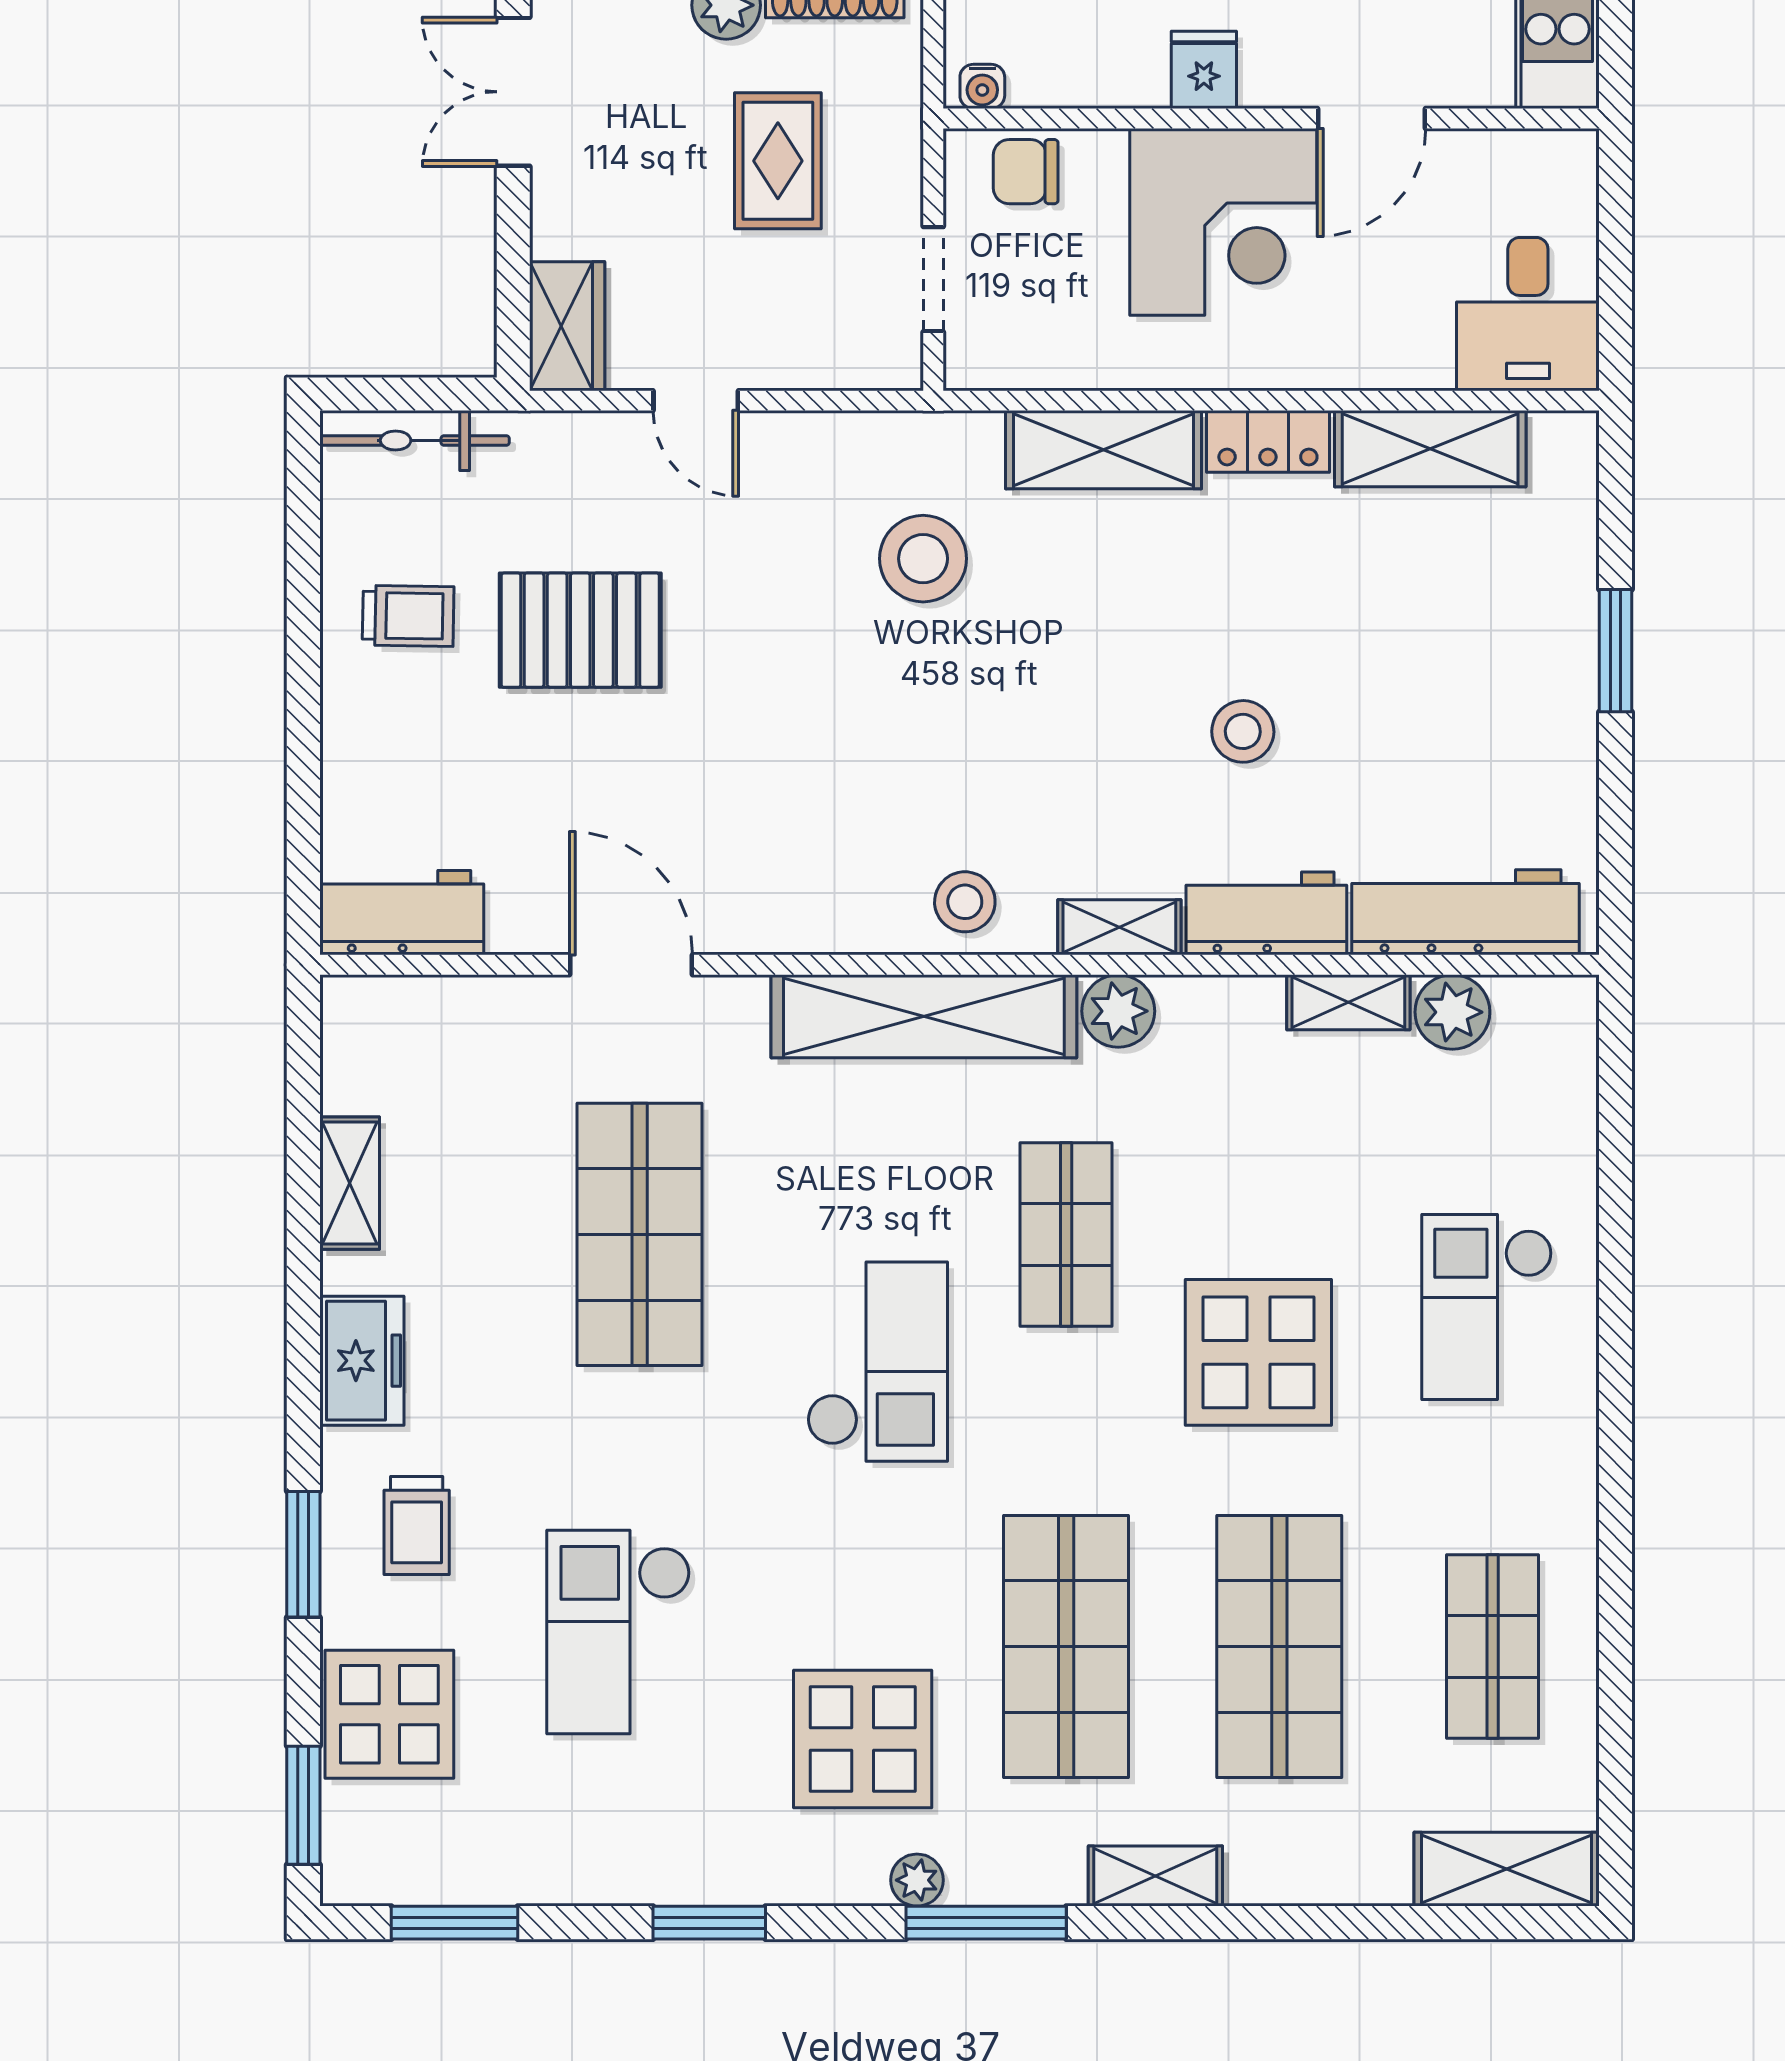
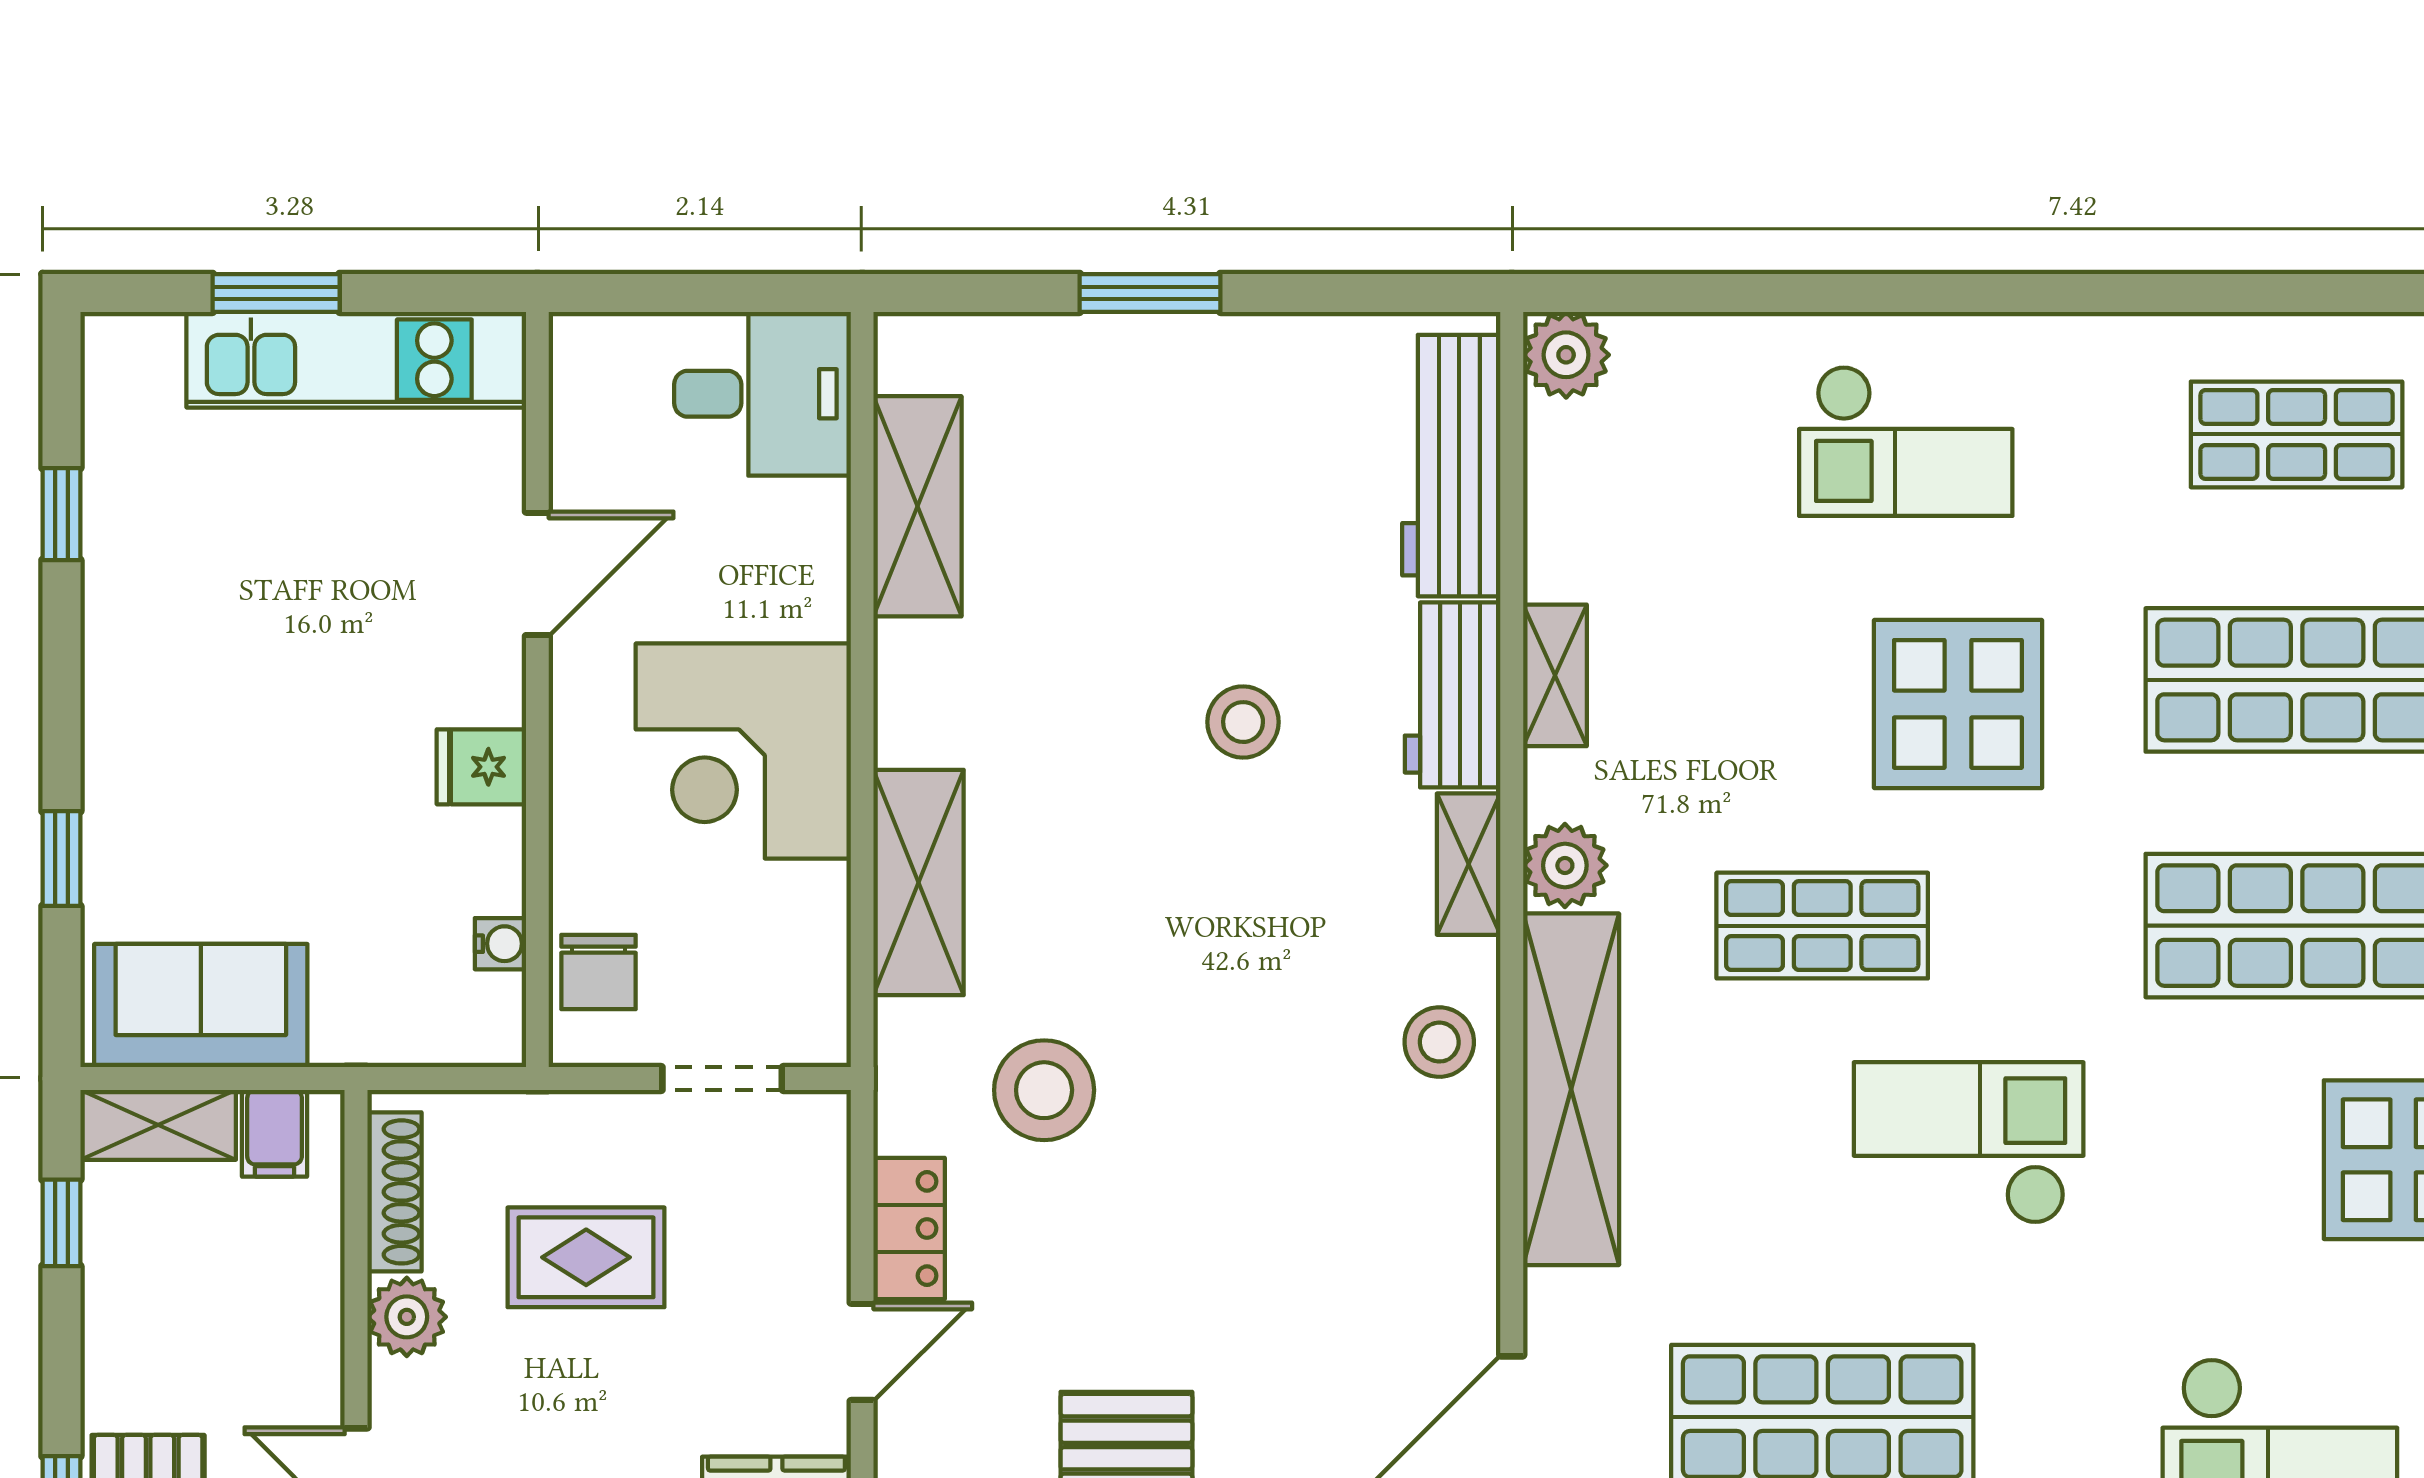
water cooler: (982, 86) -> (500, 944), moved
door: (1371, 119) -> (537, 574), hinge flipped
corner desk: (1223, 222) -> (743, 751), moved, turned 180
locker: (1268, 441) -> (909, 1228), moved
shelving: (1348, 1002) -> (1555, 675), moved
plant: (1452, 1012) -> (1566, 355), moved

